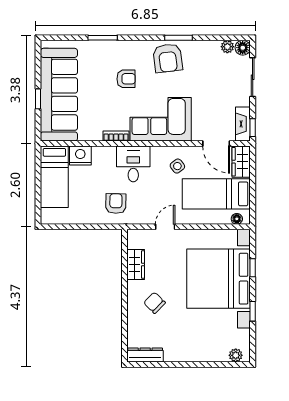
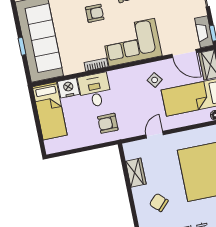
desk: (133, 164) -> (95, 90), moved
armchair: (116, 204) -> (108, 123), turned -91

